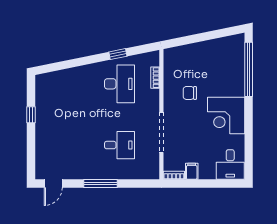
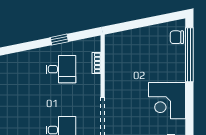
desk: (119, 84) -> (61, 69), width x0.73
chair: (190, 93) -> (177, 37), moved

